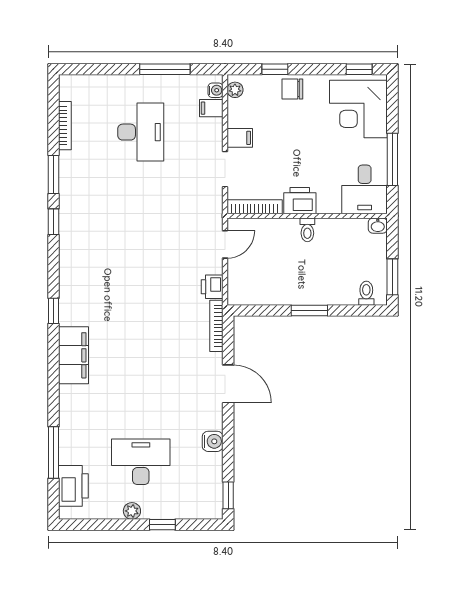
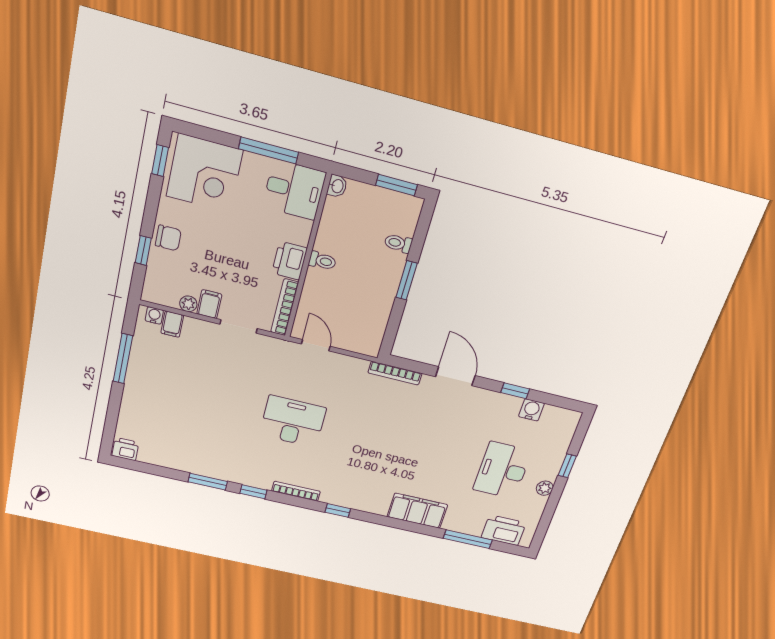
chair: (292, 89) -> (168, 238), turned -90
plant: (235, 90) -> (188, 304), moved
bookcase: (65, 126) -> (296, 491), moved
desk: (141, 132) -> (293, 421), moved
printer: (212, 287) -> (125, 449), moved, turned 180
toilet: (366, 293) -> (398, 243), moved
filing cabinet: (73, 355) -> (417, 511), moved
door: (228, 384) -> (455, 376), hinge flipped
water cooler: (213, 441) -> (531, 410), moved
window: (228, 495) -> (515, 391), moved

